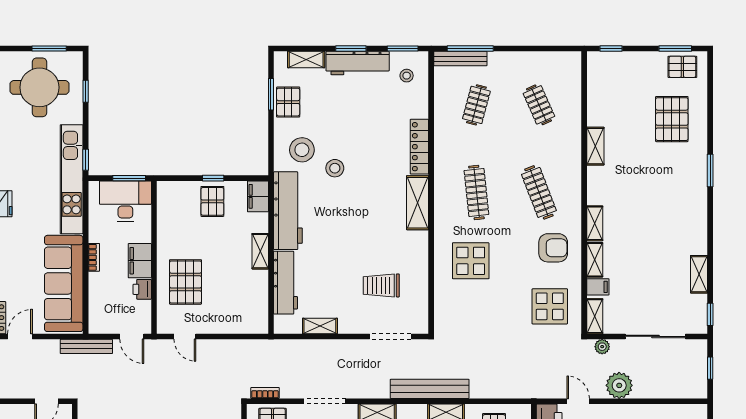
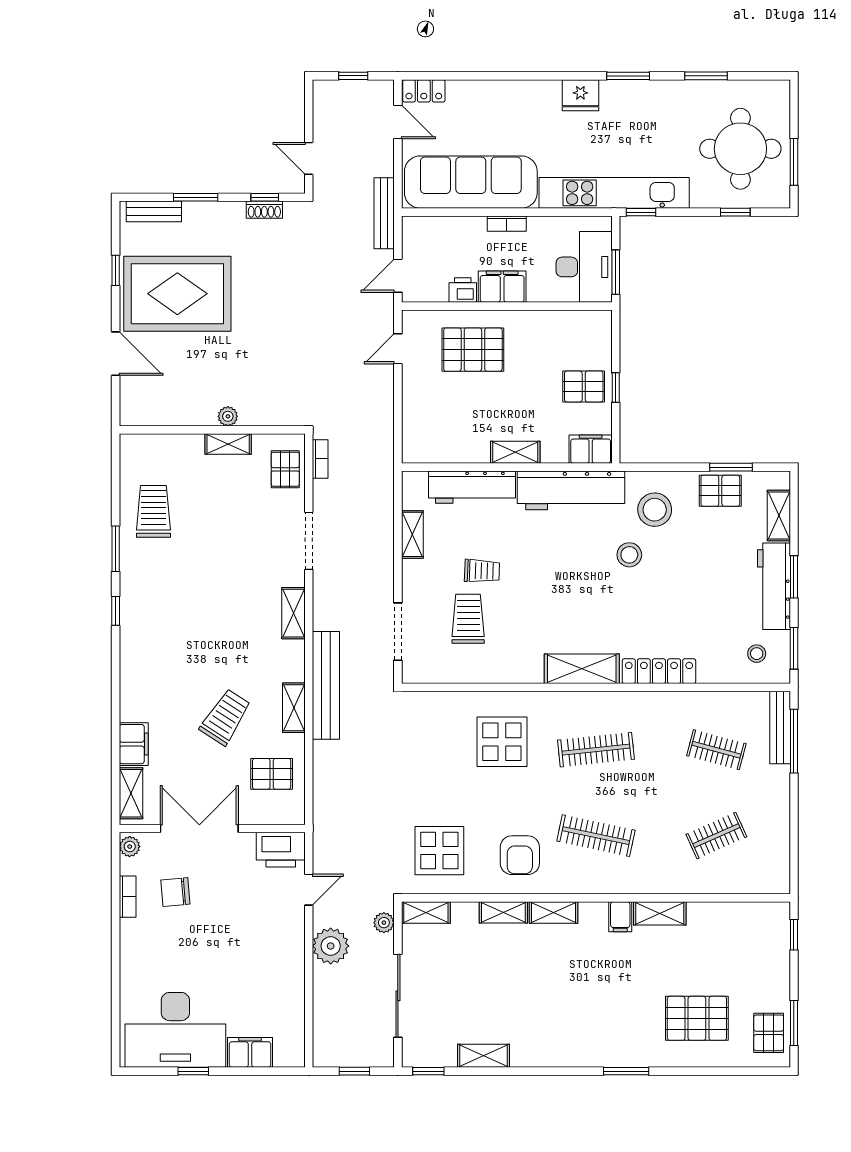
clothes rail: (539, 192) -> (596, 836), turned 33
trolley: (346, 275) -> (482, 571), added
filing cabinet: (598, 287) -> (620, 917), moved

